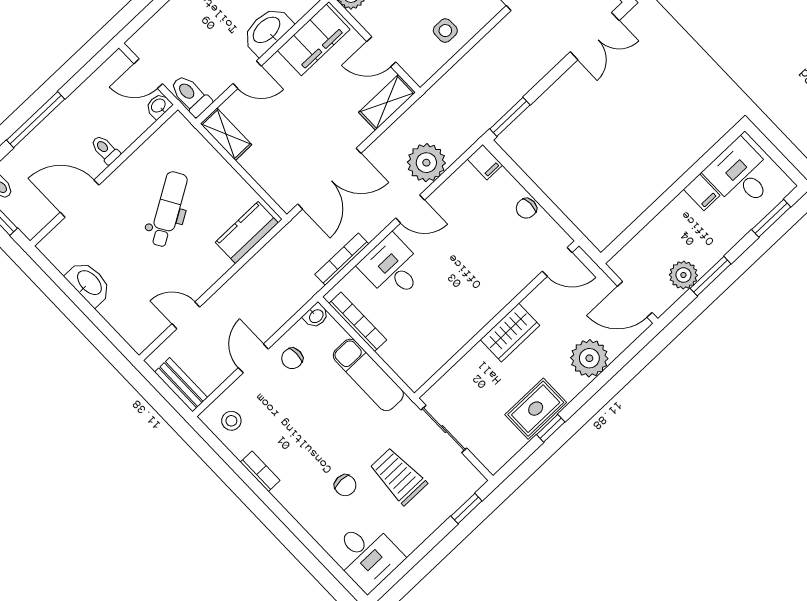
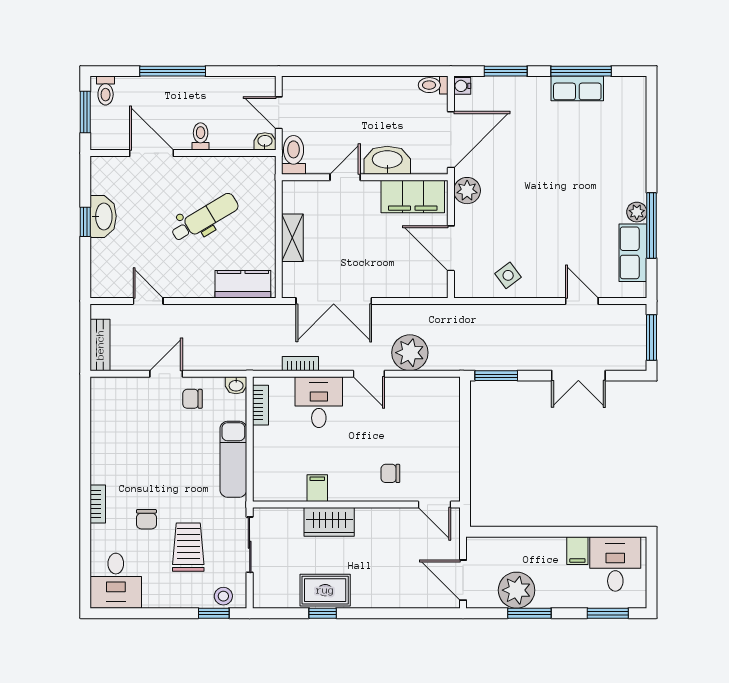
side table: (445, 31) -> (508, 275), turned -37
double door: (595, 36) -> (578, 376), moved
door: (381, 52) -> (451, 248), width x1.38
door: (247, 75) -> (345, 177), swing flipped
shelving: (387, 102) -> (422, 286), removed
shelving: (226, 134) -> (292, 238), moved
filing cabinet: (485, 162) -> (317, 488), moved, turned 180
chair: (526, 208) -> (390, 473), moved
bookcase: (342, 259) -> (300, 364), width x0.64
plant: (683, 275) -> (517, 590), width x1.36, depth x1.36
window: (79, 300) -> (85, 222), added
bookcase: (358, 322) -> (261, 405), width x0.64
wardrobe: (510, 333) -> (329, 522), moved
plant: (589, 358) -> (394, 591), removed
stool: (231, 421) -> (223, 596), moved
bookcase: (260, 471) -> (98, 504), moved

